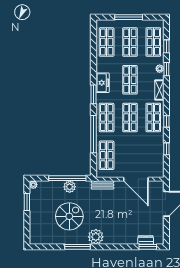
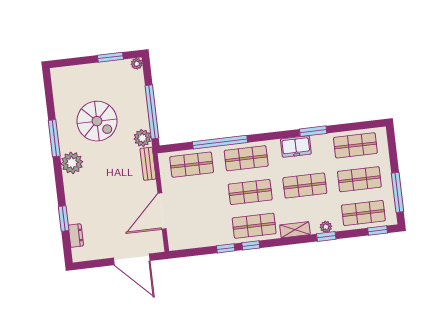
window: (129, 17) -> (398, 192), moved
window: (166, 46) -> (378, 230), moved
window: (94, 94) -> (313, 131), moved
window: (166, 149) -> (226, 248), moved
plant: (70, 187) -> (142, 138), moved
window: (148, 247) -> (64, 219), moved

